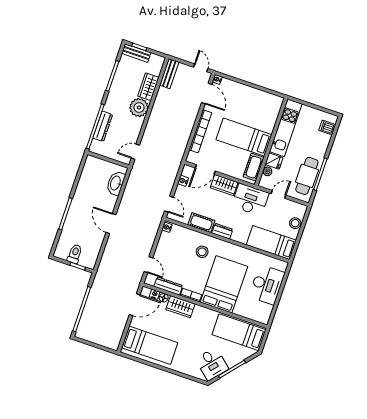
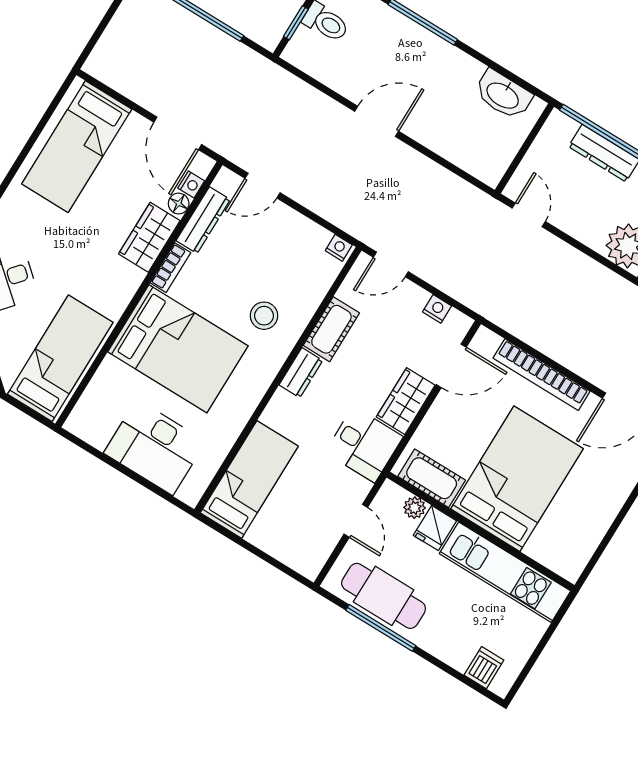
bed: (244, 137) -> (517, 479), width x1.50
door: (205, 170) -> (451, 366), swing flipped
washbasin: (116, 183) -> (503, 95), moved, turned 180
desk: (250, 200) -> (364, 444), width x0.73
stool: (295, 223) -> (281, 544), removed

